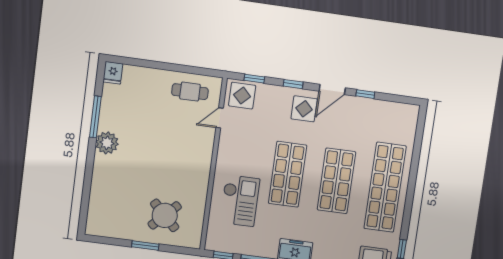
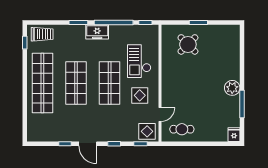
door: (332, 89) -> (88, 144), swing flipped
display table: (304, 109) -> (140, 95), moved

